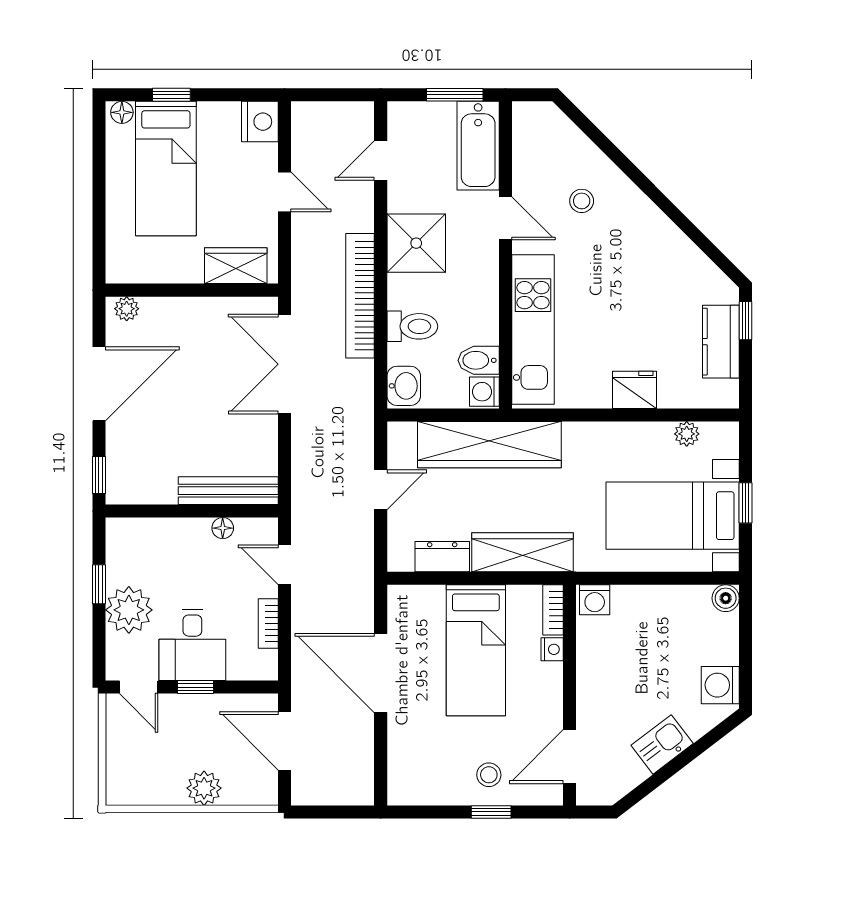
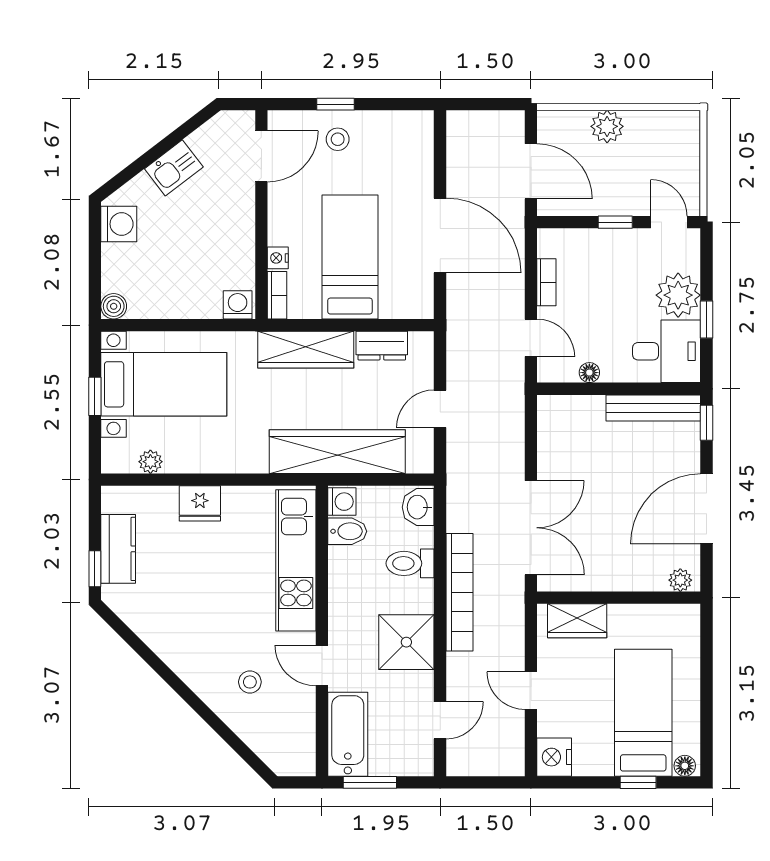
bench: (228, 491) -> (653, 408), moved
desk: (192, 645) -> (667, 351), moved, turned 90

